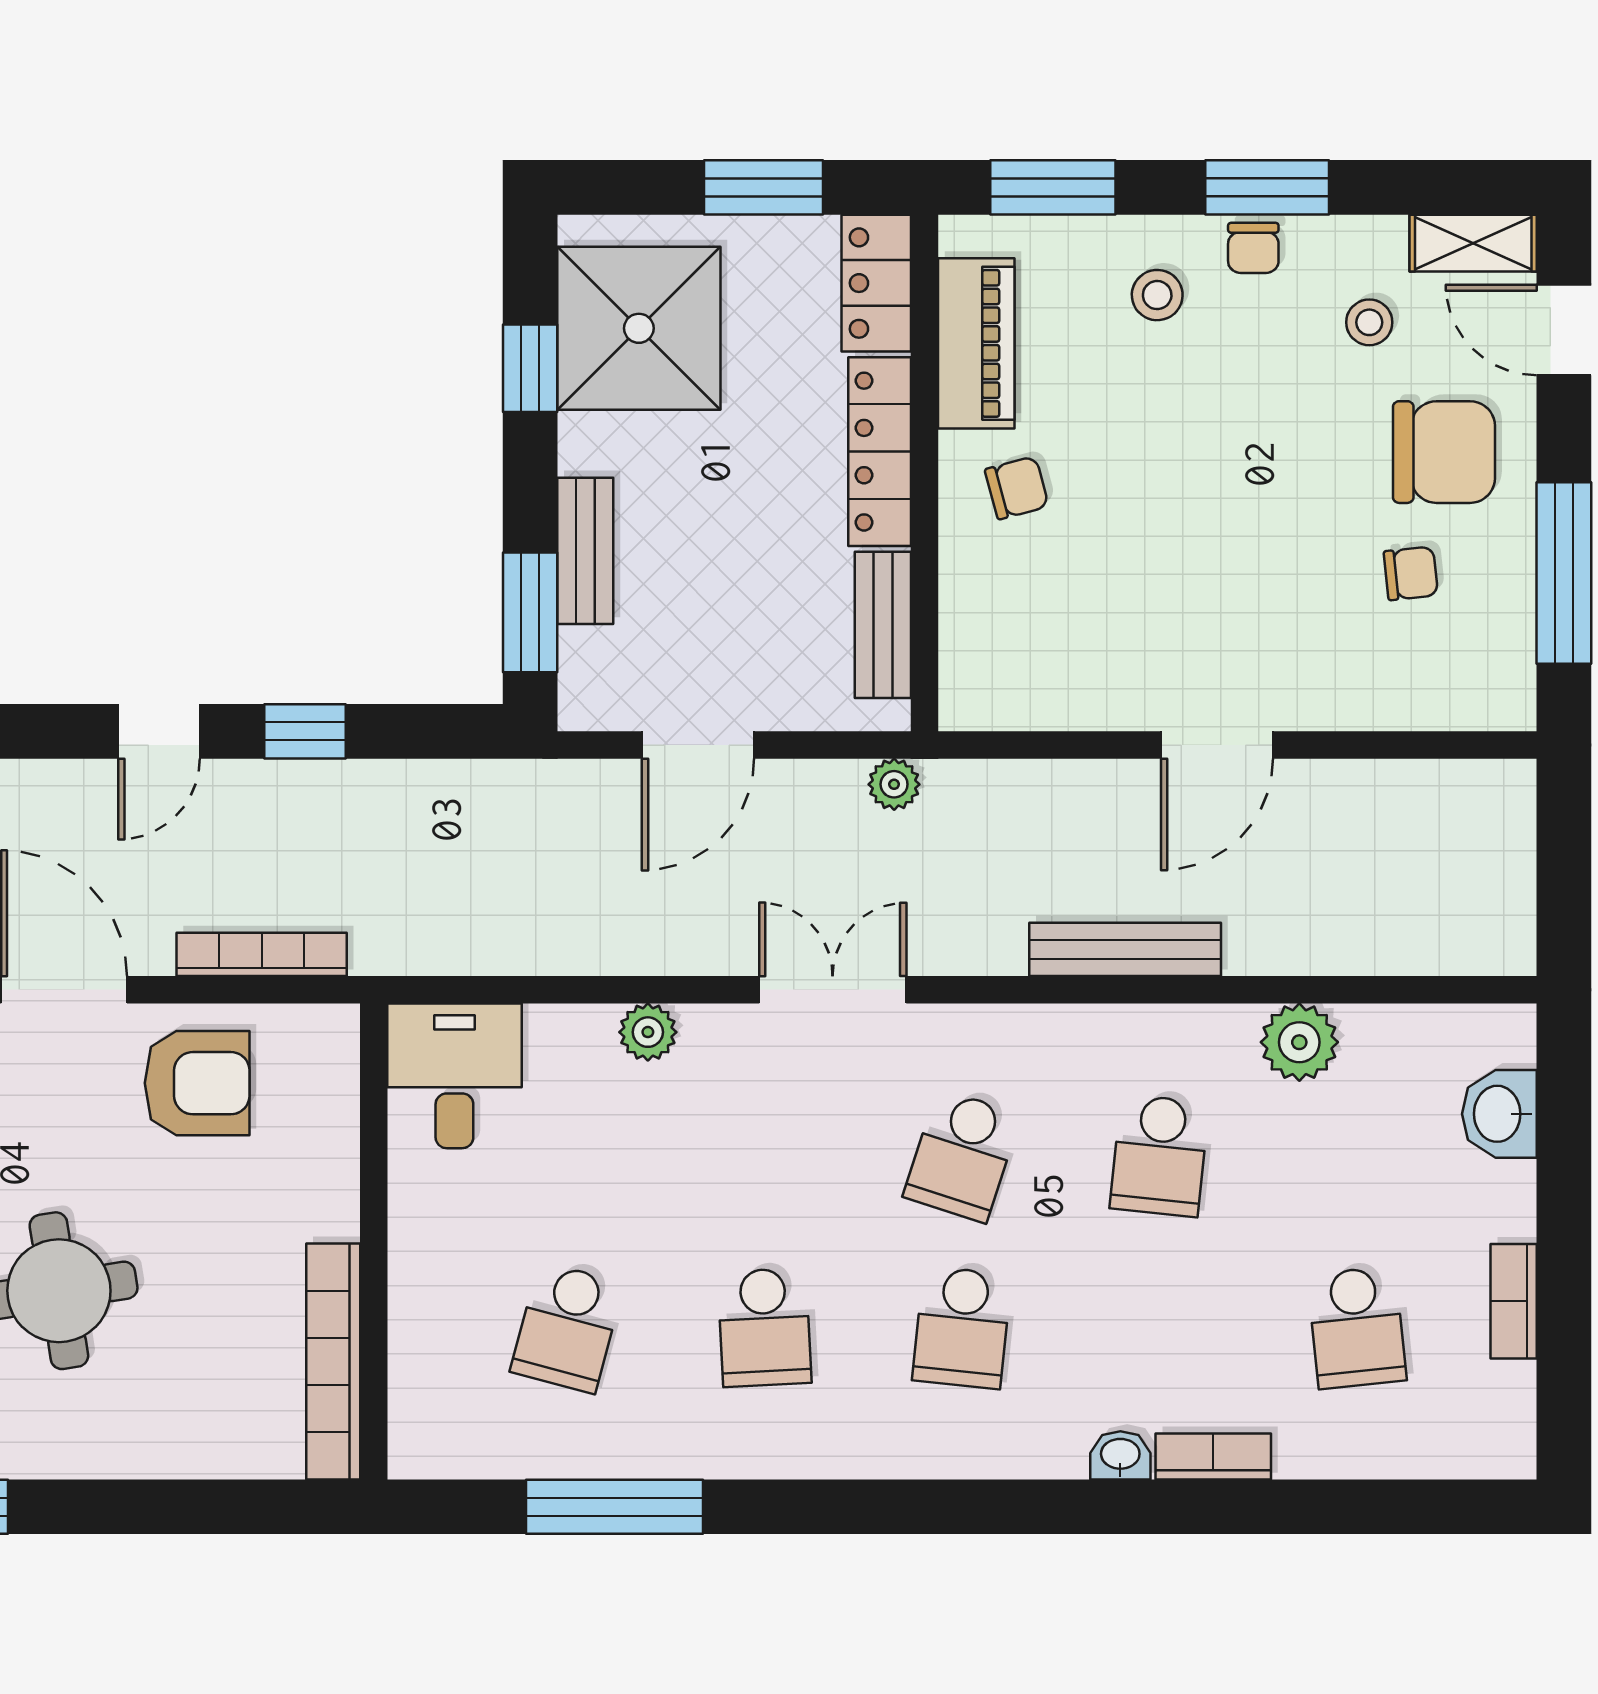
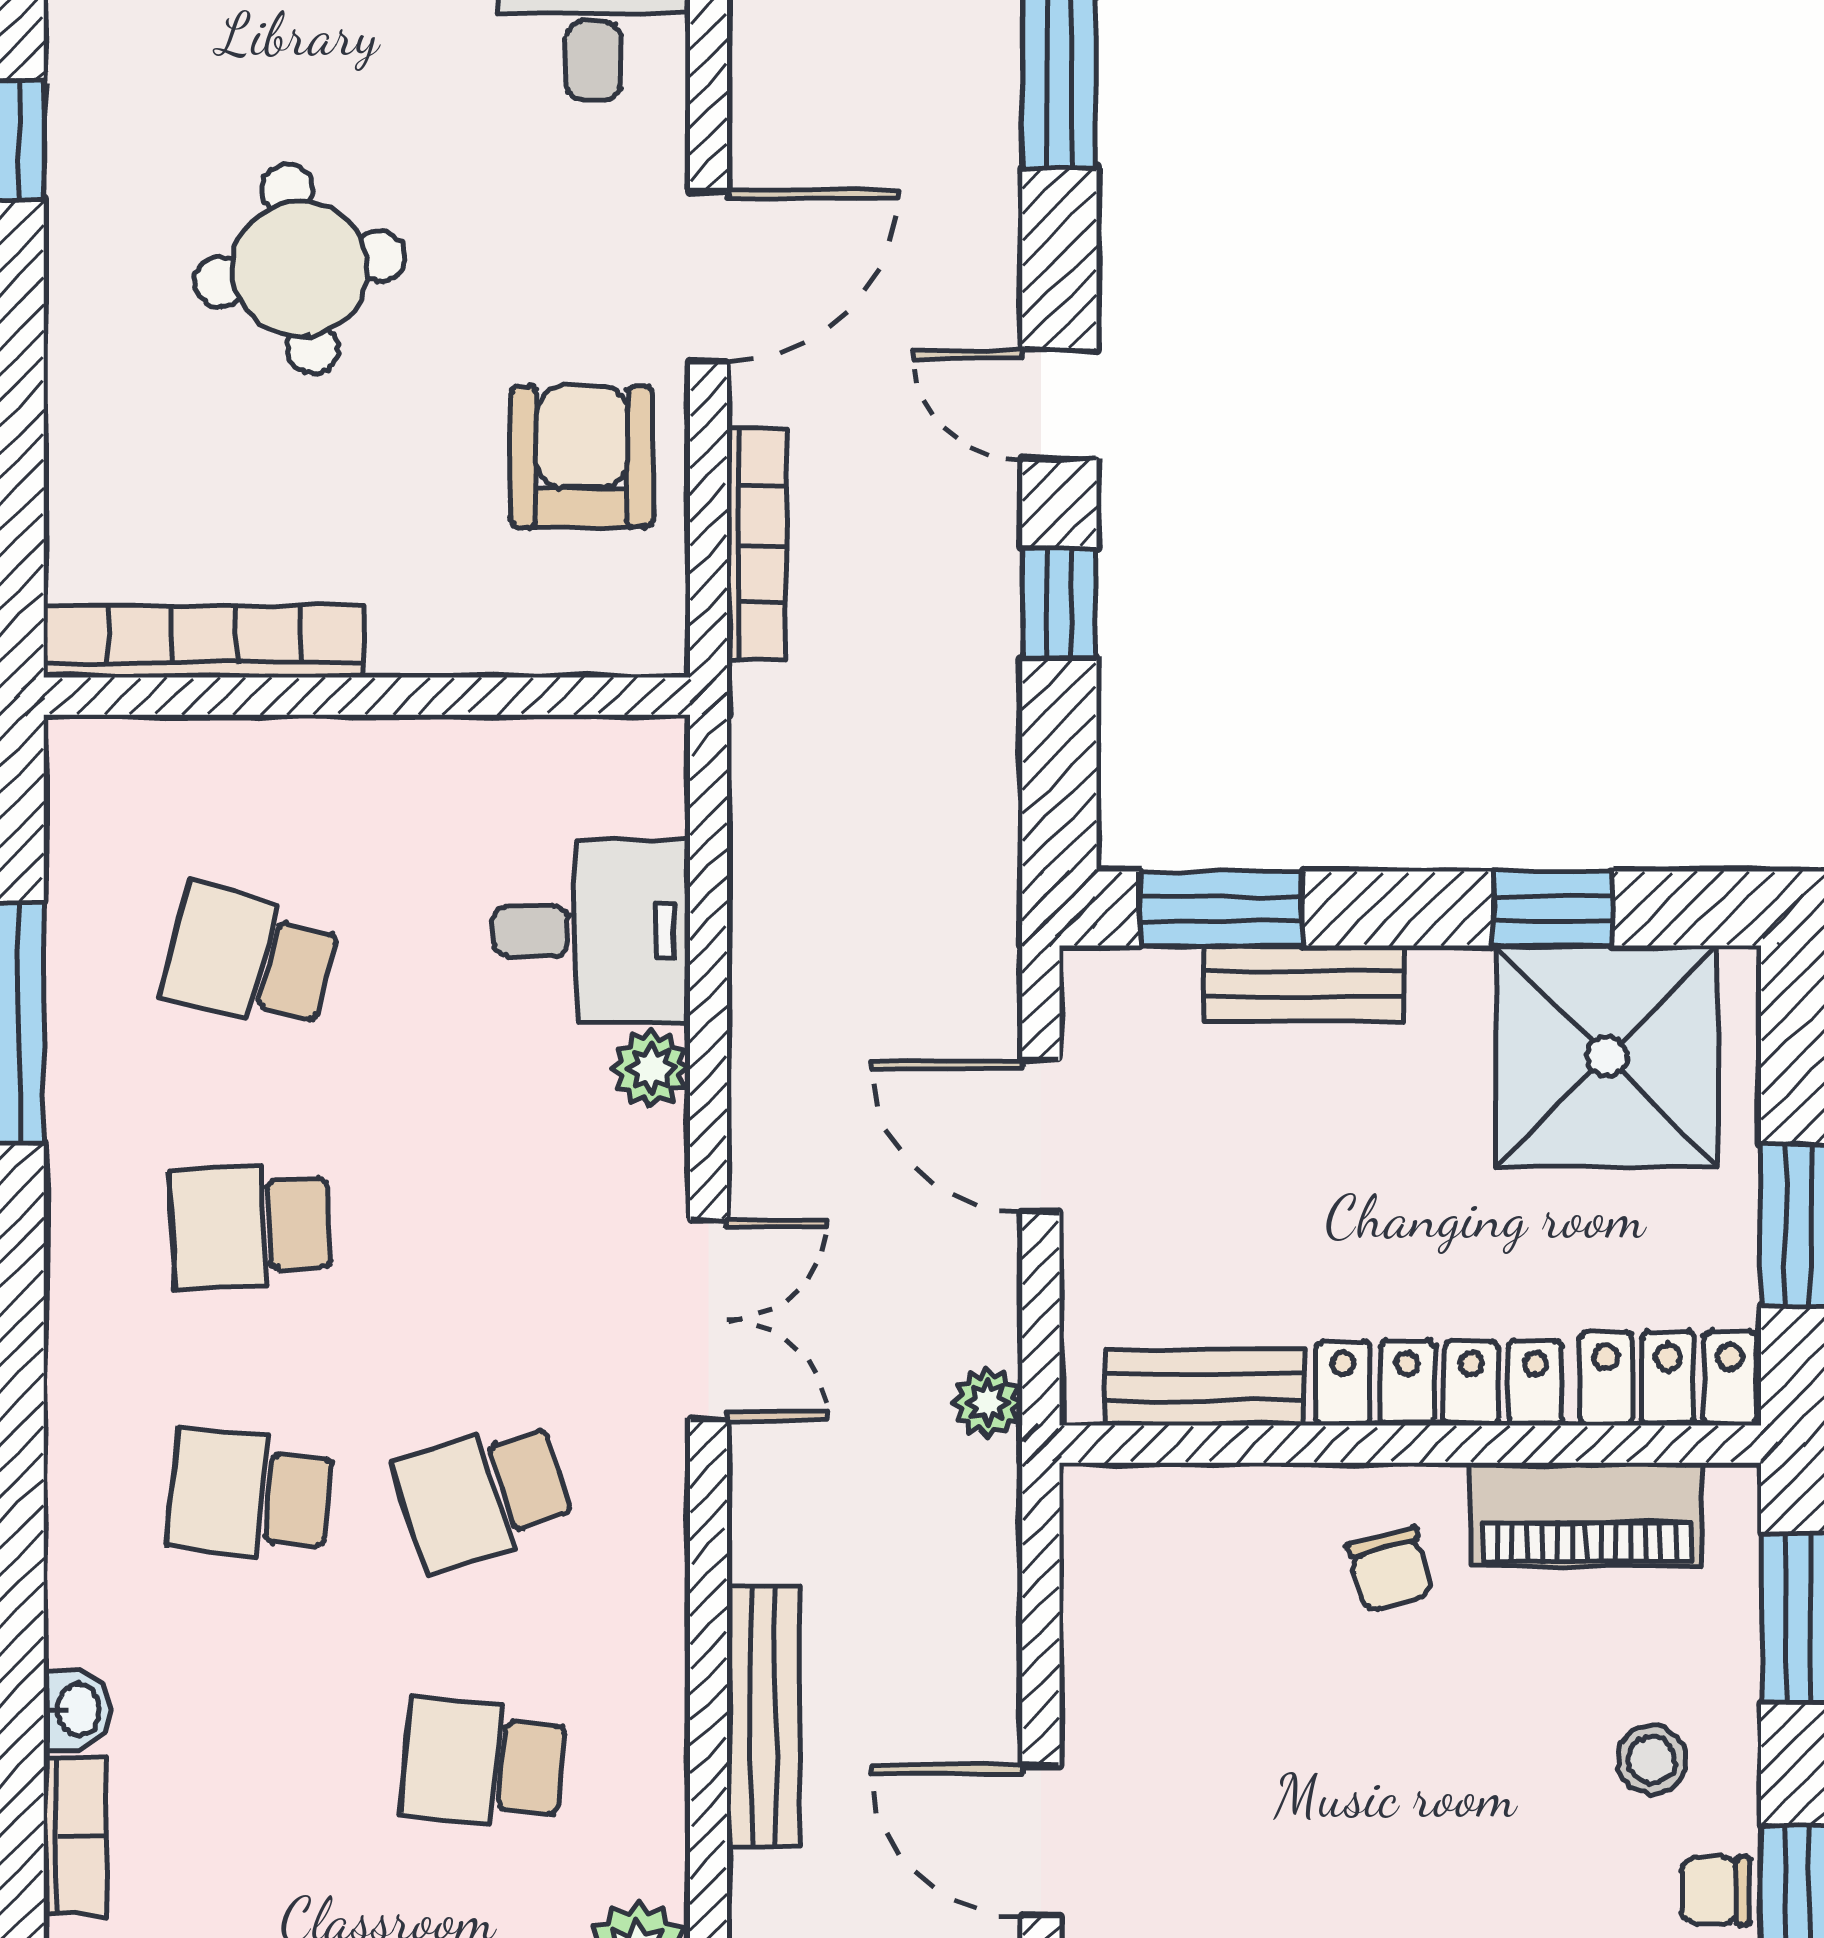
desk: (454, 1076) -> (592, 931), moved
armchair: (197, 1083) -> (582, 457), turned 180
school desk: (962, 1156) -> (484, 1495), turned -36

